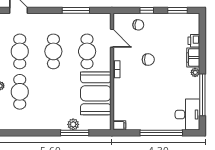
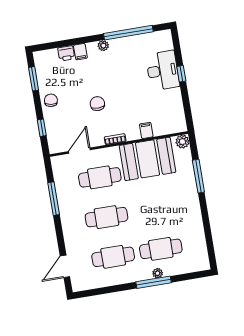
window: (147, 10) -> (42, 128), moved
chair: (138, 25) -> (51, 100), moved
filing cabinet: (193, 57) -> (80, 52), width x0.50
desk: (187, 115) -> (163, 71), moved, turned 90
plant: (73, 124) -> (182, 142), moved
filing cabinet: (119, 125) -> (146, 130), moved
window: (161, 133) -> (181, 74), width x0.32

